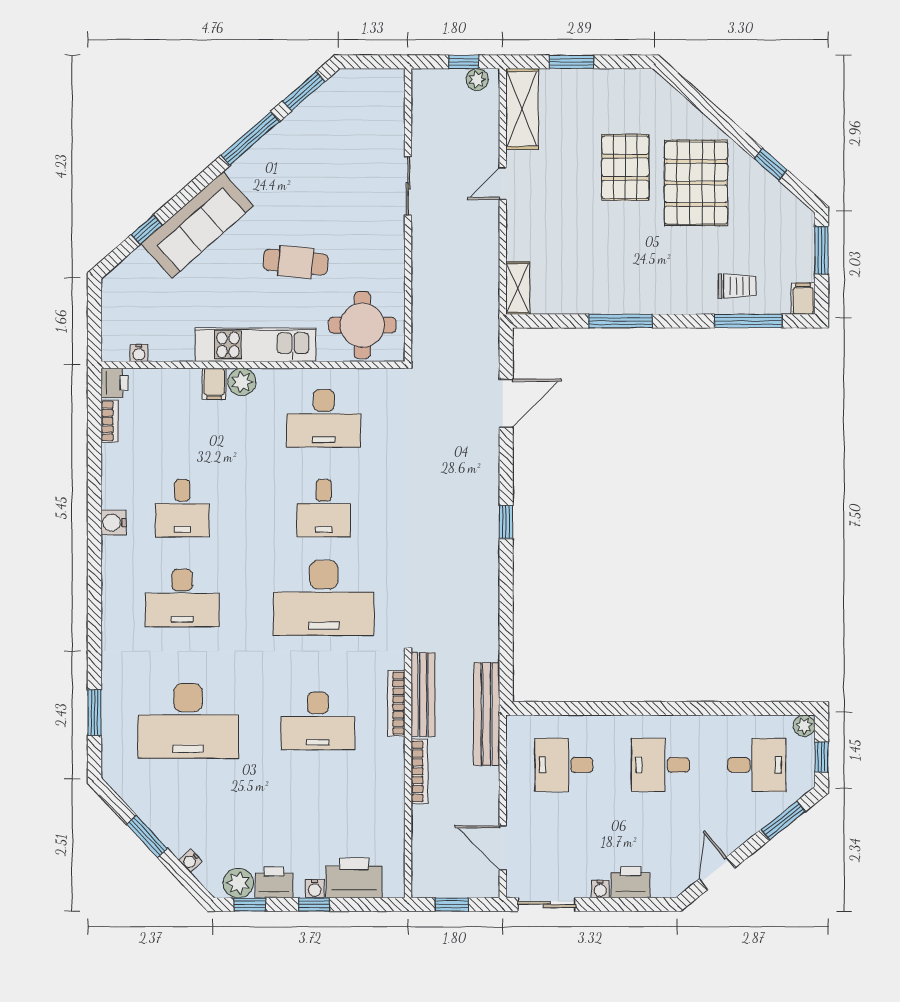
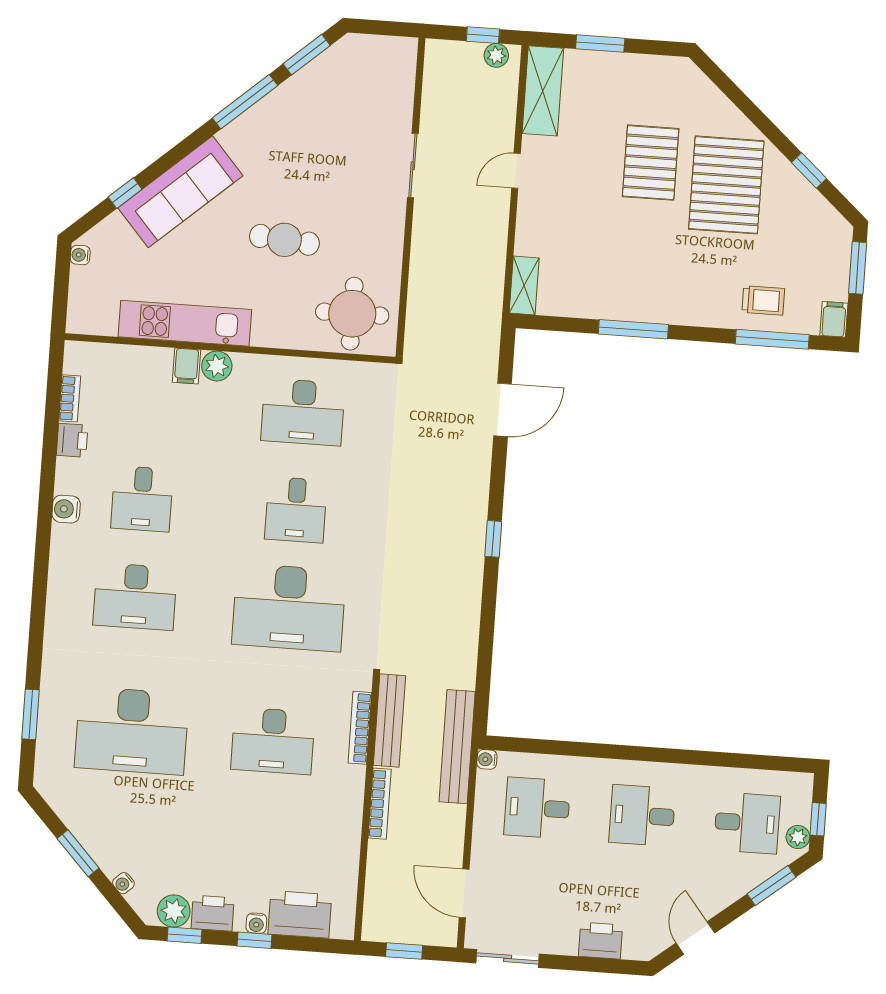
kitchen unit: (256, 345) -> (185, 323), moved
water cooler: (139, 353) -> (80, 255), moved, turned 90
printer: (115, 383) -> (72, 440), moved
plant: (804, 726) -> (798, 837), moved
water cooler: (600, 889) -> (487, 759), moved, turned 90

